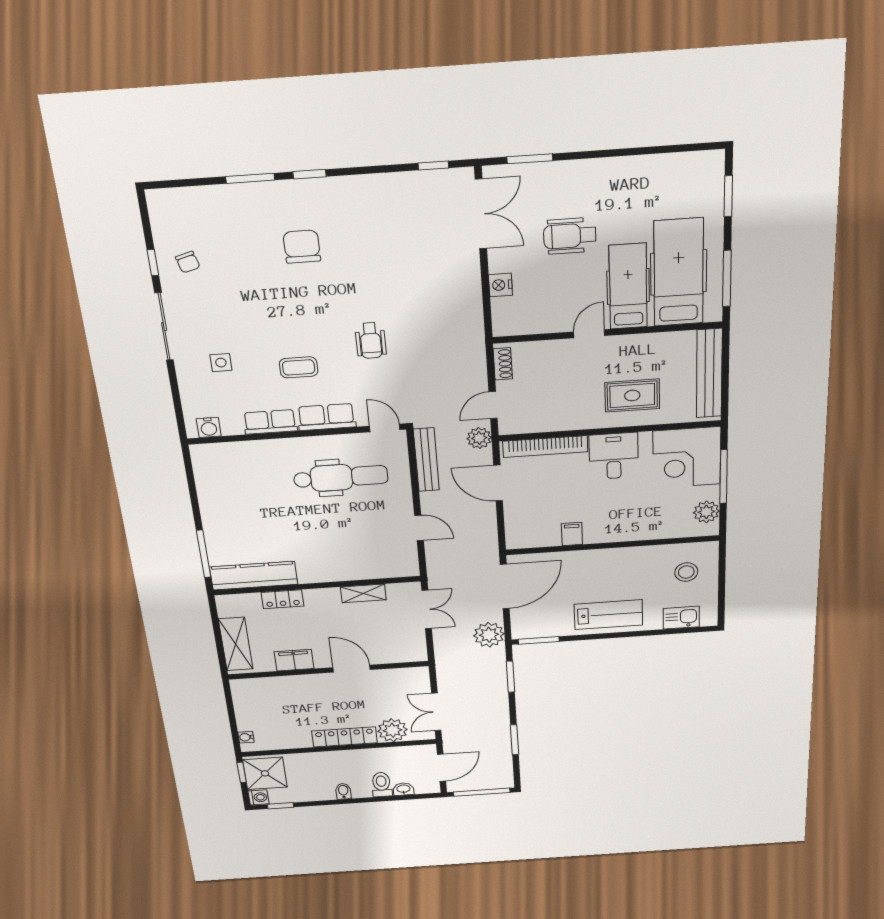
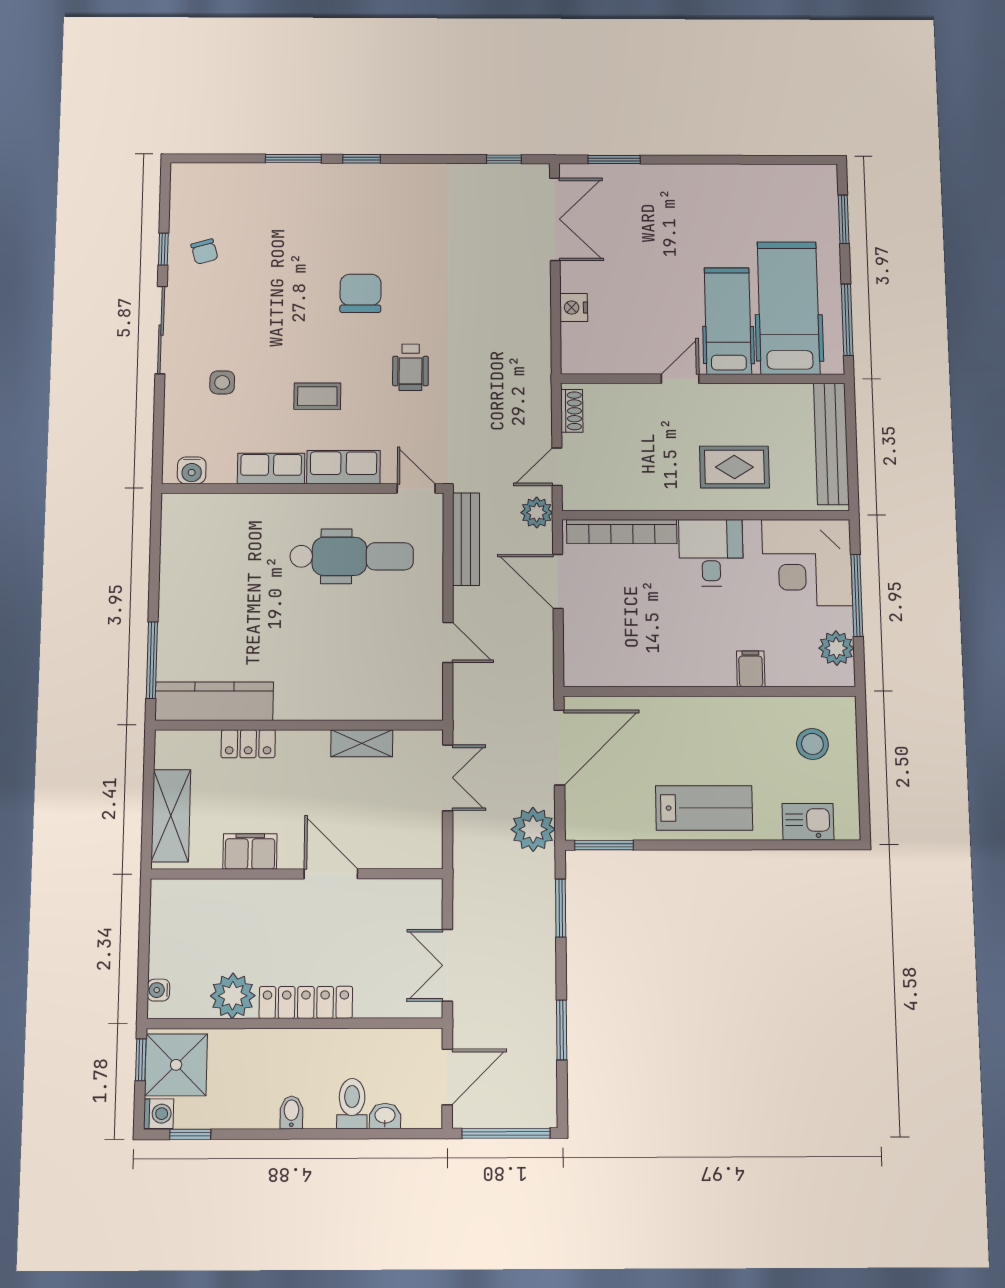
wheelchair: (570, 236) -> (658, 253), removed
chair: (302, 247) -> (360, 293), moved
filing cabinet: (572, 534) -> (751, 669), moved
plant: (392, 730) -> (233, 996), moved

